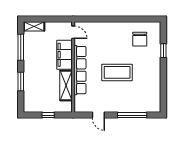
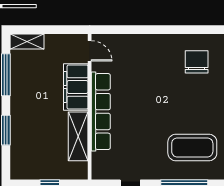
chair: (140, 39) -> (197, 62), turned 180
coffee table: (117, 72) -> (192, 147), moved

